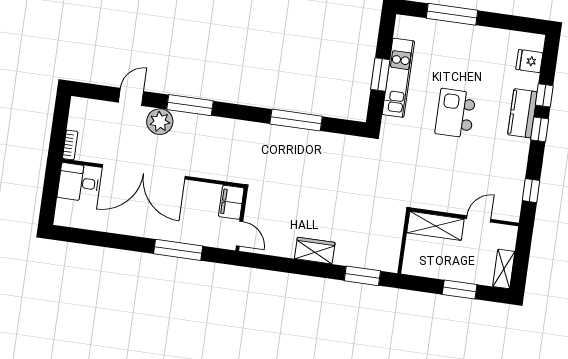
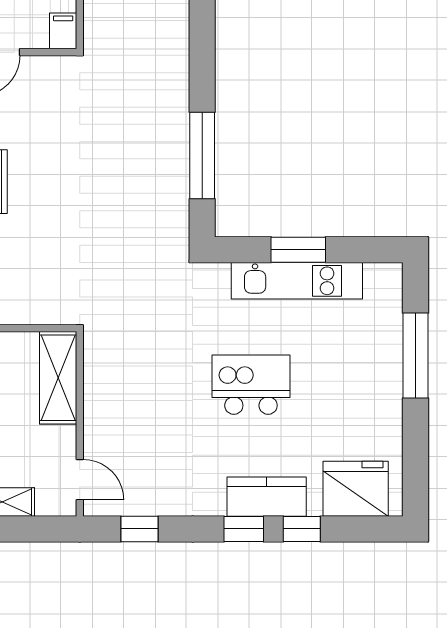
fridge: (529, 61) -> (356, 489), width x1.88, depth x1.34
window: (296, 120) -> (202, 155), moved
filing cabinet: (231, 202) -> (63, 31), width x0.50
door: (479, 219) -> (80, 480), moved

